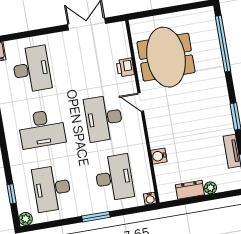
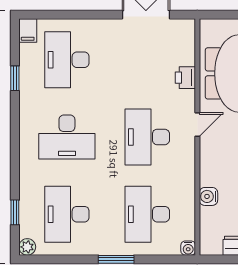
desk: (32, 69) -> (67, 60), turned 180
door: (141, 102) -> (197, 124), swing flipped
desk: (114, 178) -> (147, 214), turned 180

